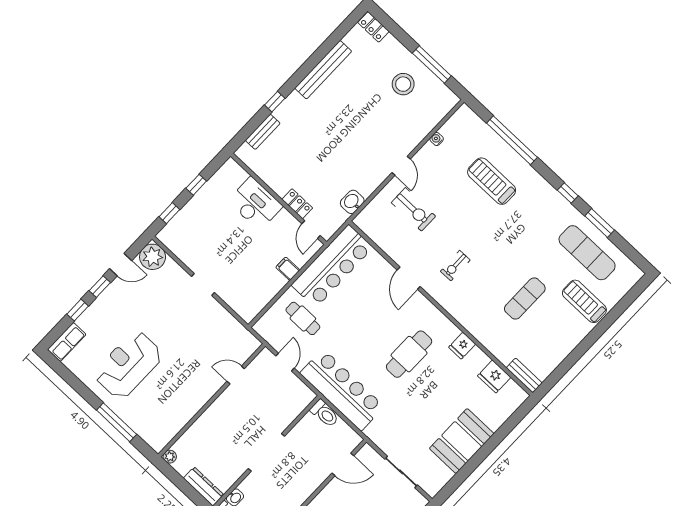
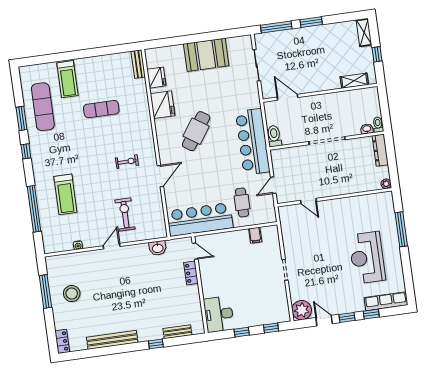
desk: (255, 204) -> (219, 314), moved
door: (311, 230) -> (195, 251), hinge flipped
filing cabinet: (288, 269) -> (255, 235), moved
row of seats: (67, 342) -> (386, 301), width x1.48
fridge: (462, 346) -> (163, 105), width x1.88, depth x1.34
cafe table: (409, 354) -> (196, 131), turned -56
reception desk: (128, 365) -> (367, 258), turned 90

